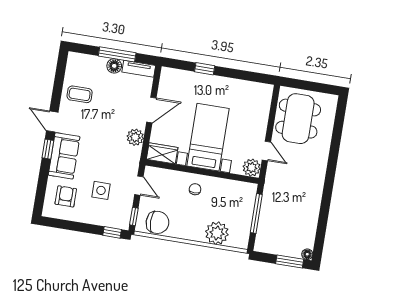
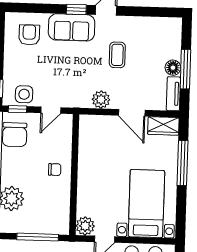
window: (205, 69) -> (182, 163), width x2.17
coffee table: (80, 94) -> (117, 55), moved
bed with nightstands: (208, 137) -> (146, 204), moved, turned -90
wardrobe: (162, 153) -> (163, 126), moved, turned 90
side table: (101, 190) -> (24, 94), moved
armchair: (66, 196) -> (29, 35), turned -90

